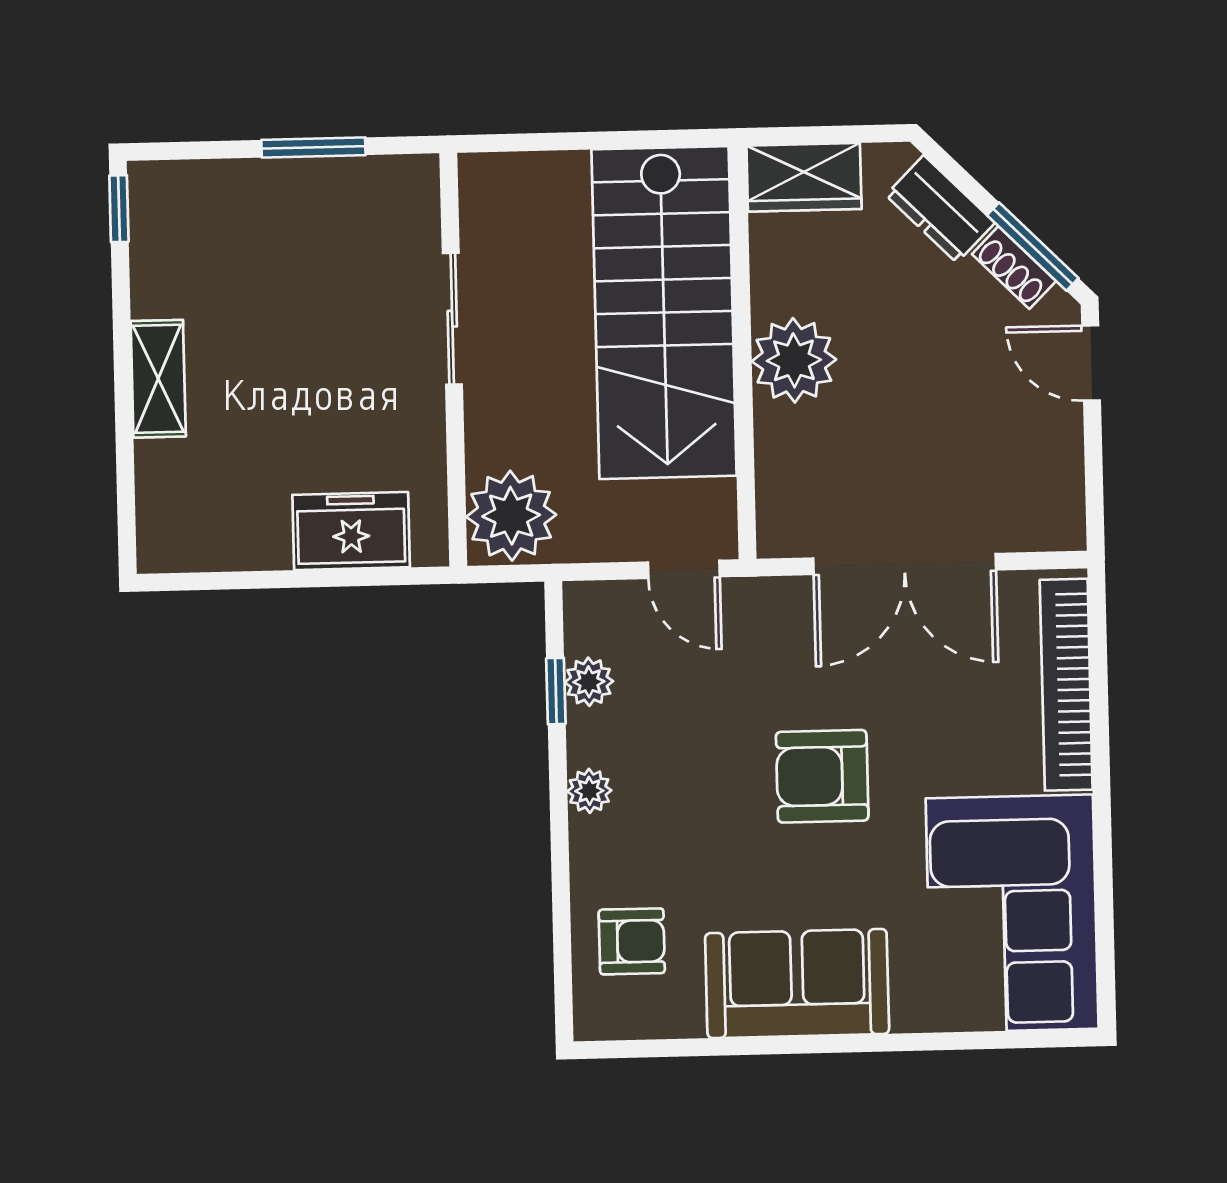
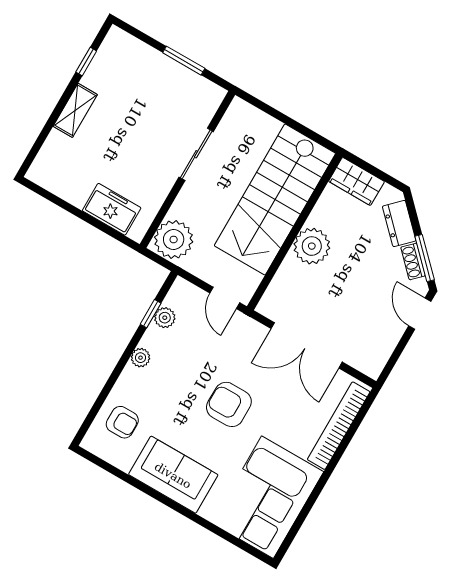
window: (119, 209) -> (86, 62), moved

